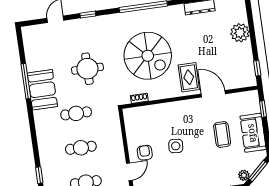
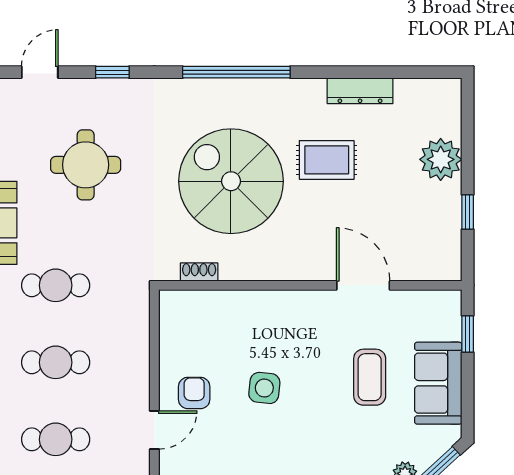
spiral stairs: (148, 56) -> (231, 181), turned 180
window: (257, 68) -> (468, 212), moved
round table: (87, 69) -> (86, 165), moved
rug: (189, 77) -> (327, 160), moved, turned 90

